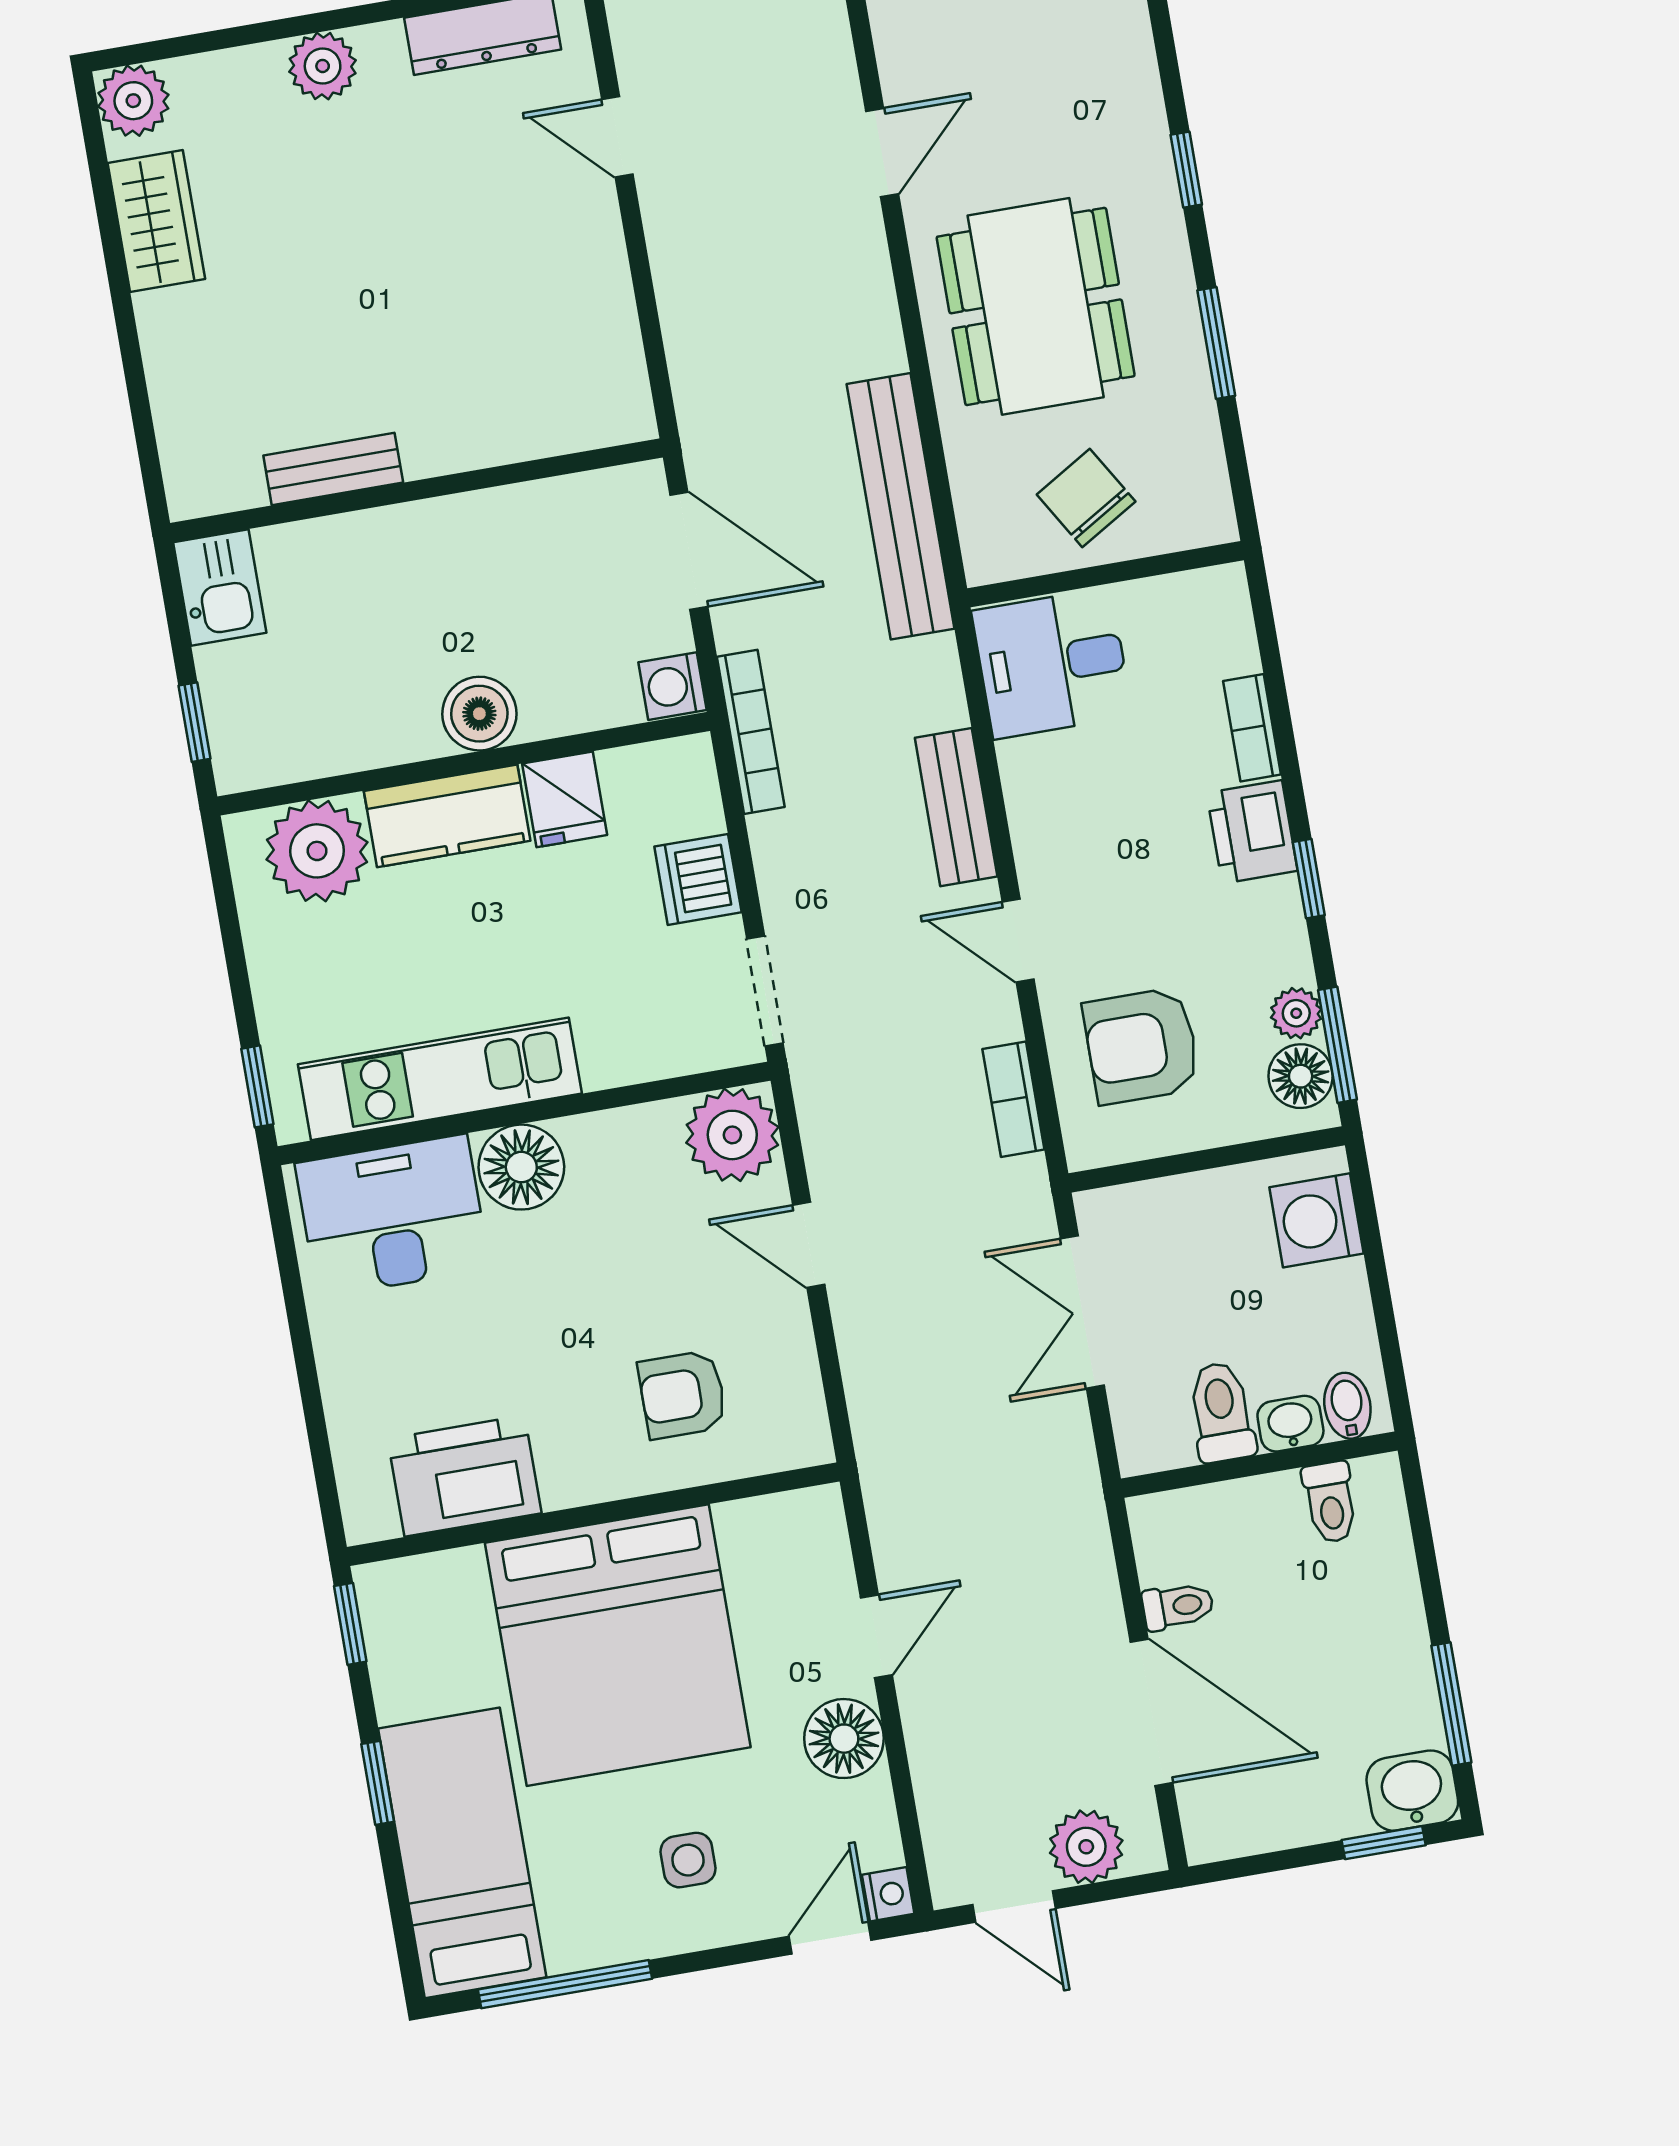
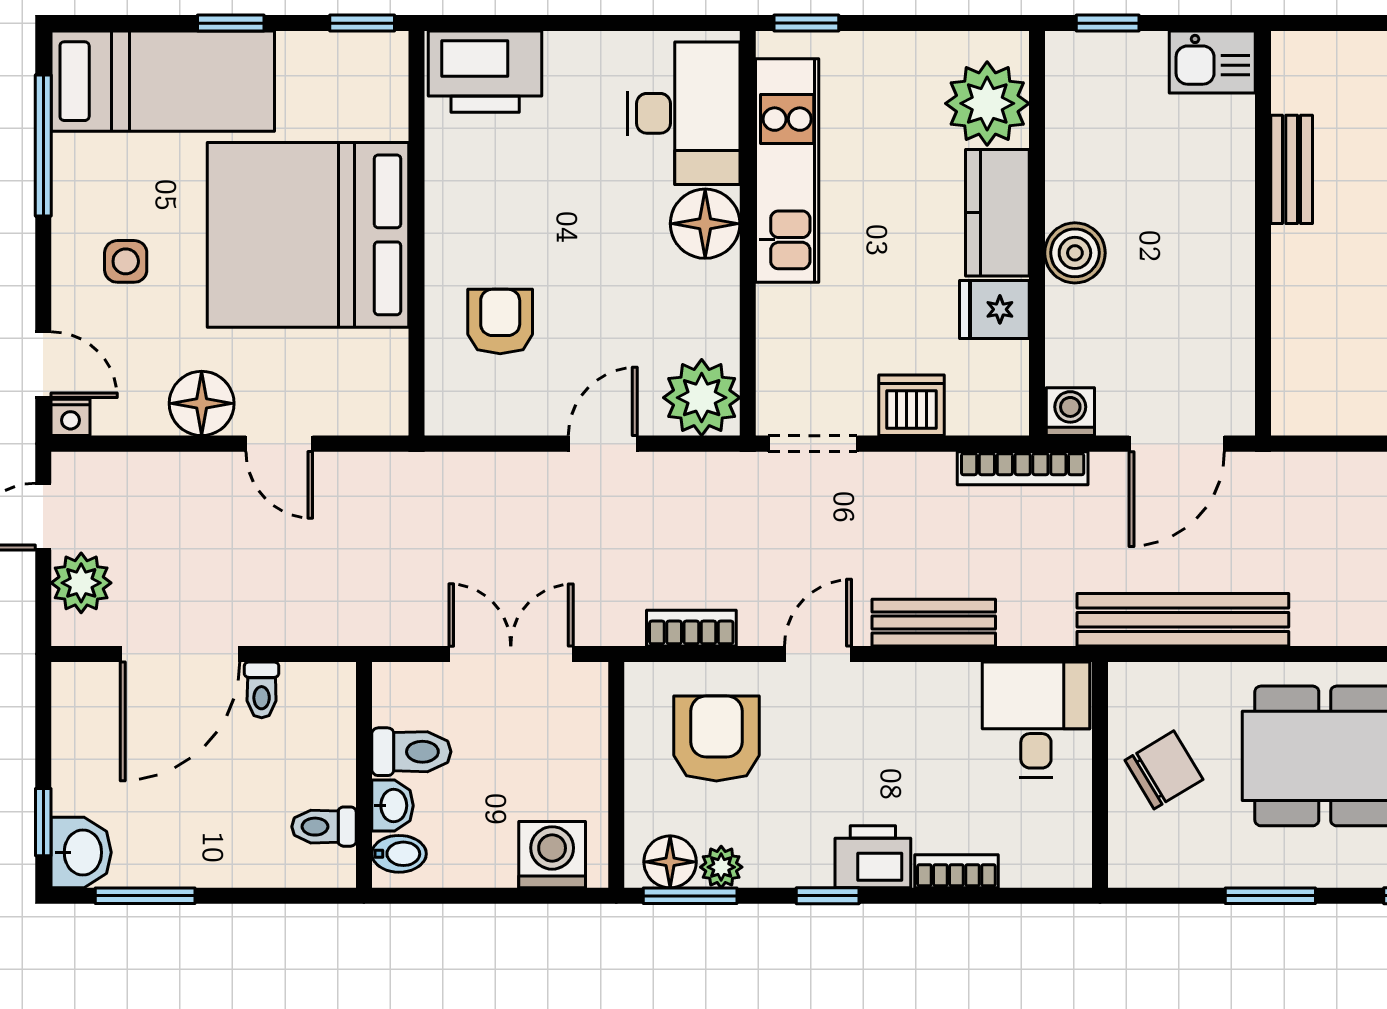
printer: (465, 1476) -> (485, 72), moved, turned 90

